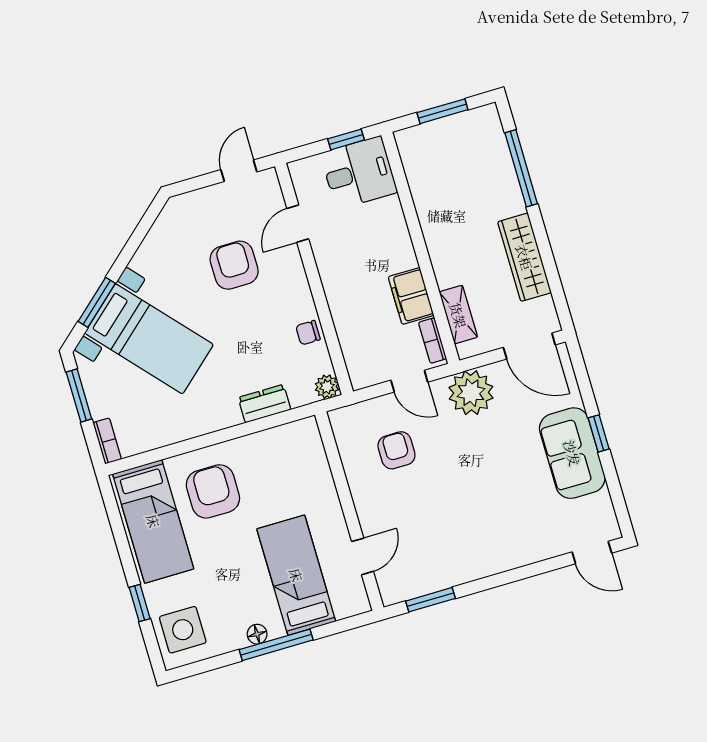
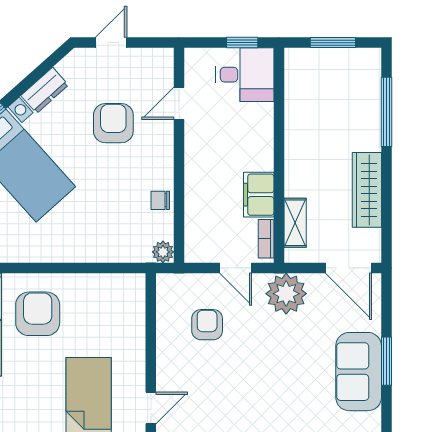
door: (239, 171) -> (111, 43), moved
dresser: (264, 404) -> (45, 90), moved, turned 138
window: (599, 433) -> (386, 361), width x1.50

